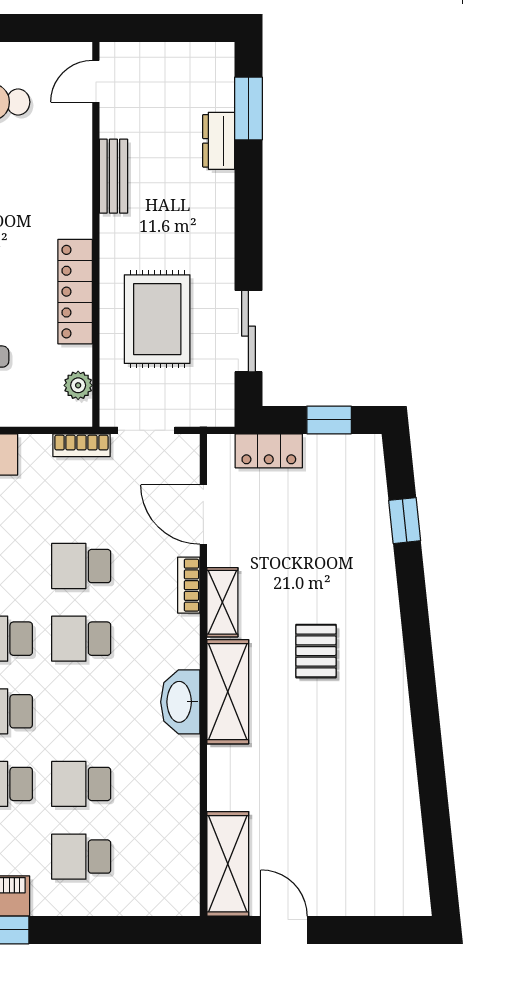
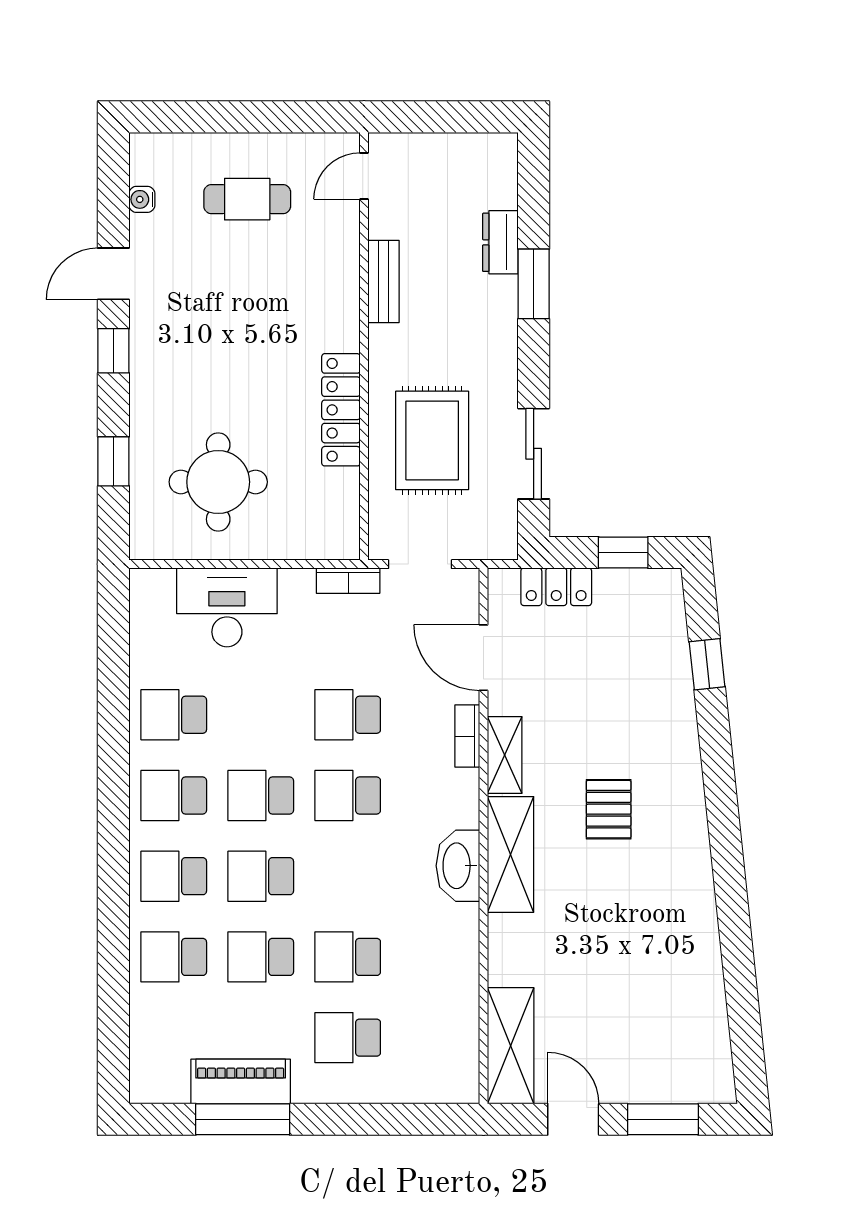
window: (248, 109) -> (534, 284), moved
plant: (78, 385) -> (344, 514), removed
window: (365, 930) -> (663, 1119), added

